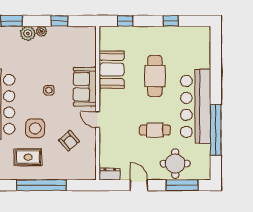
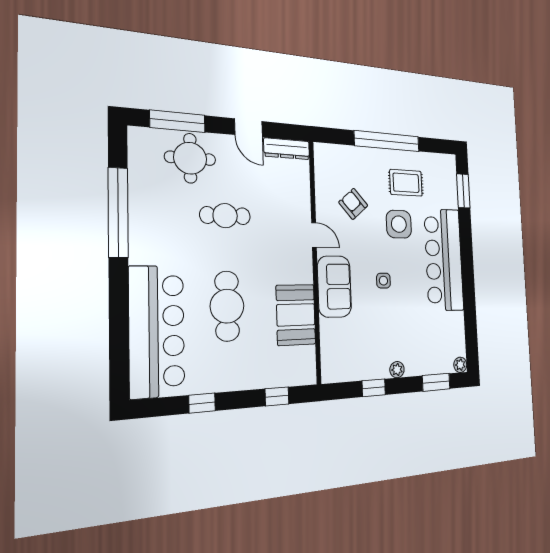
plant: (28, 33) -> (415, 365), removed
bar counter: (196, 106) -> (157, 331), moved
dresser: (110, 174) -> (287, 149), width x1.44

